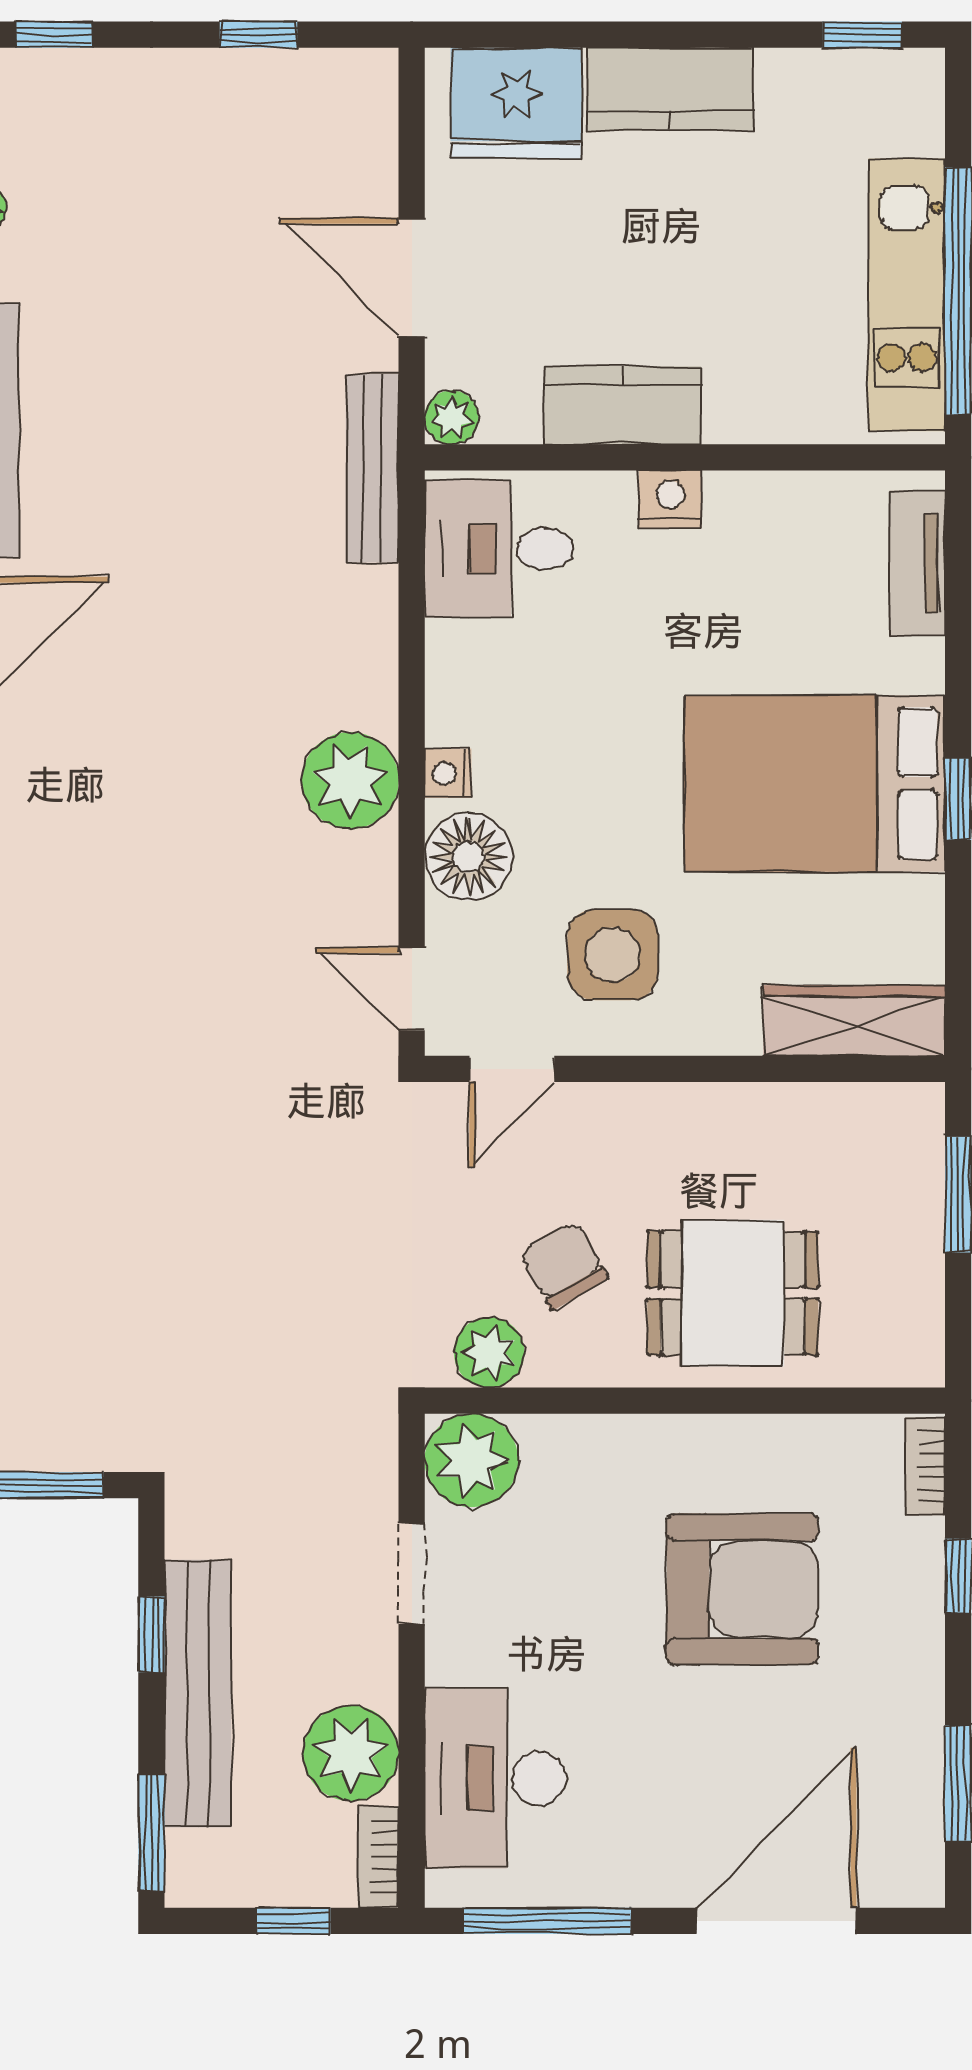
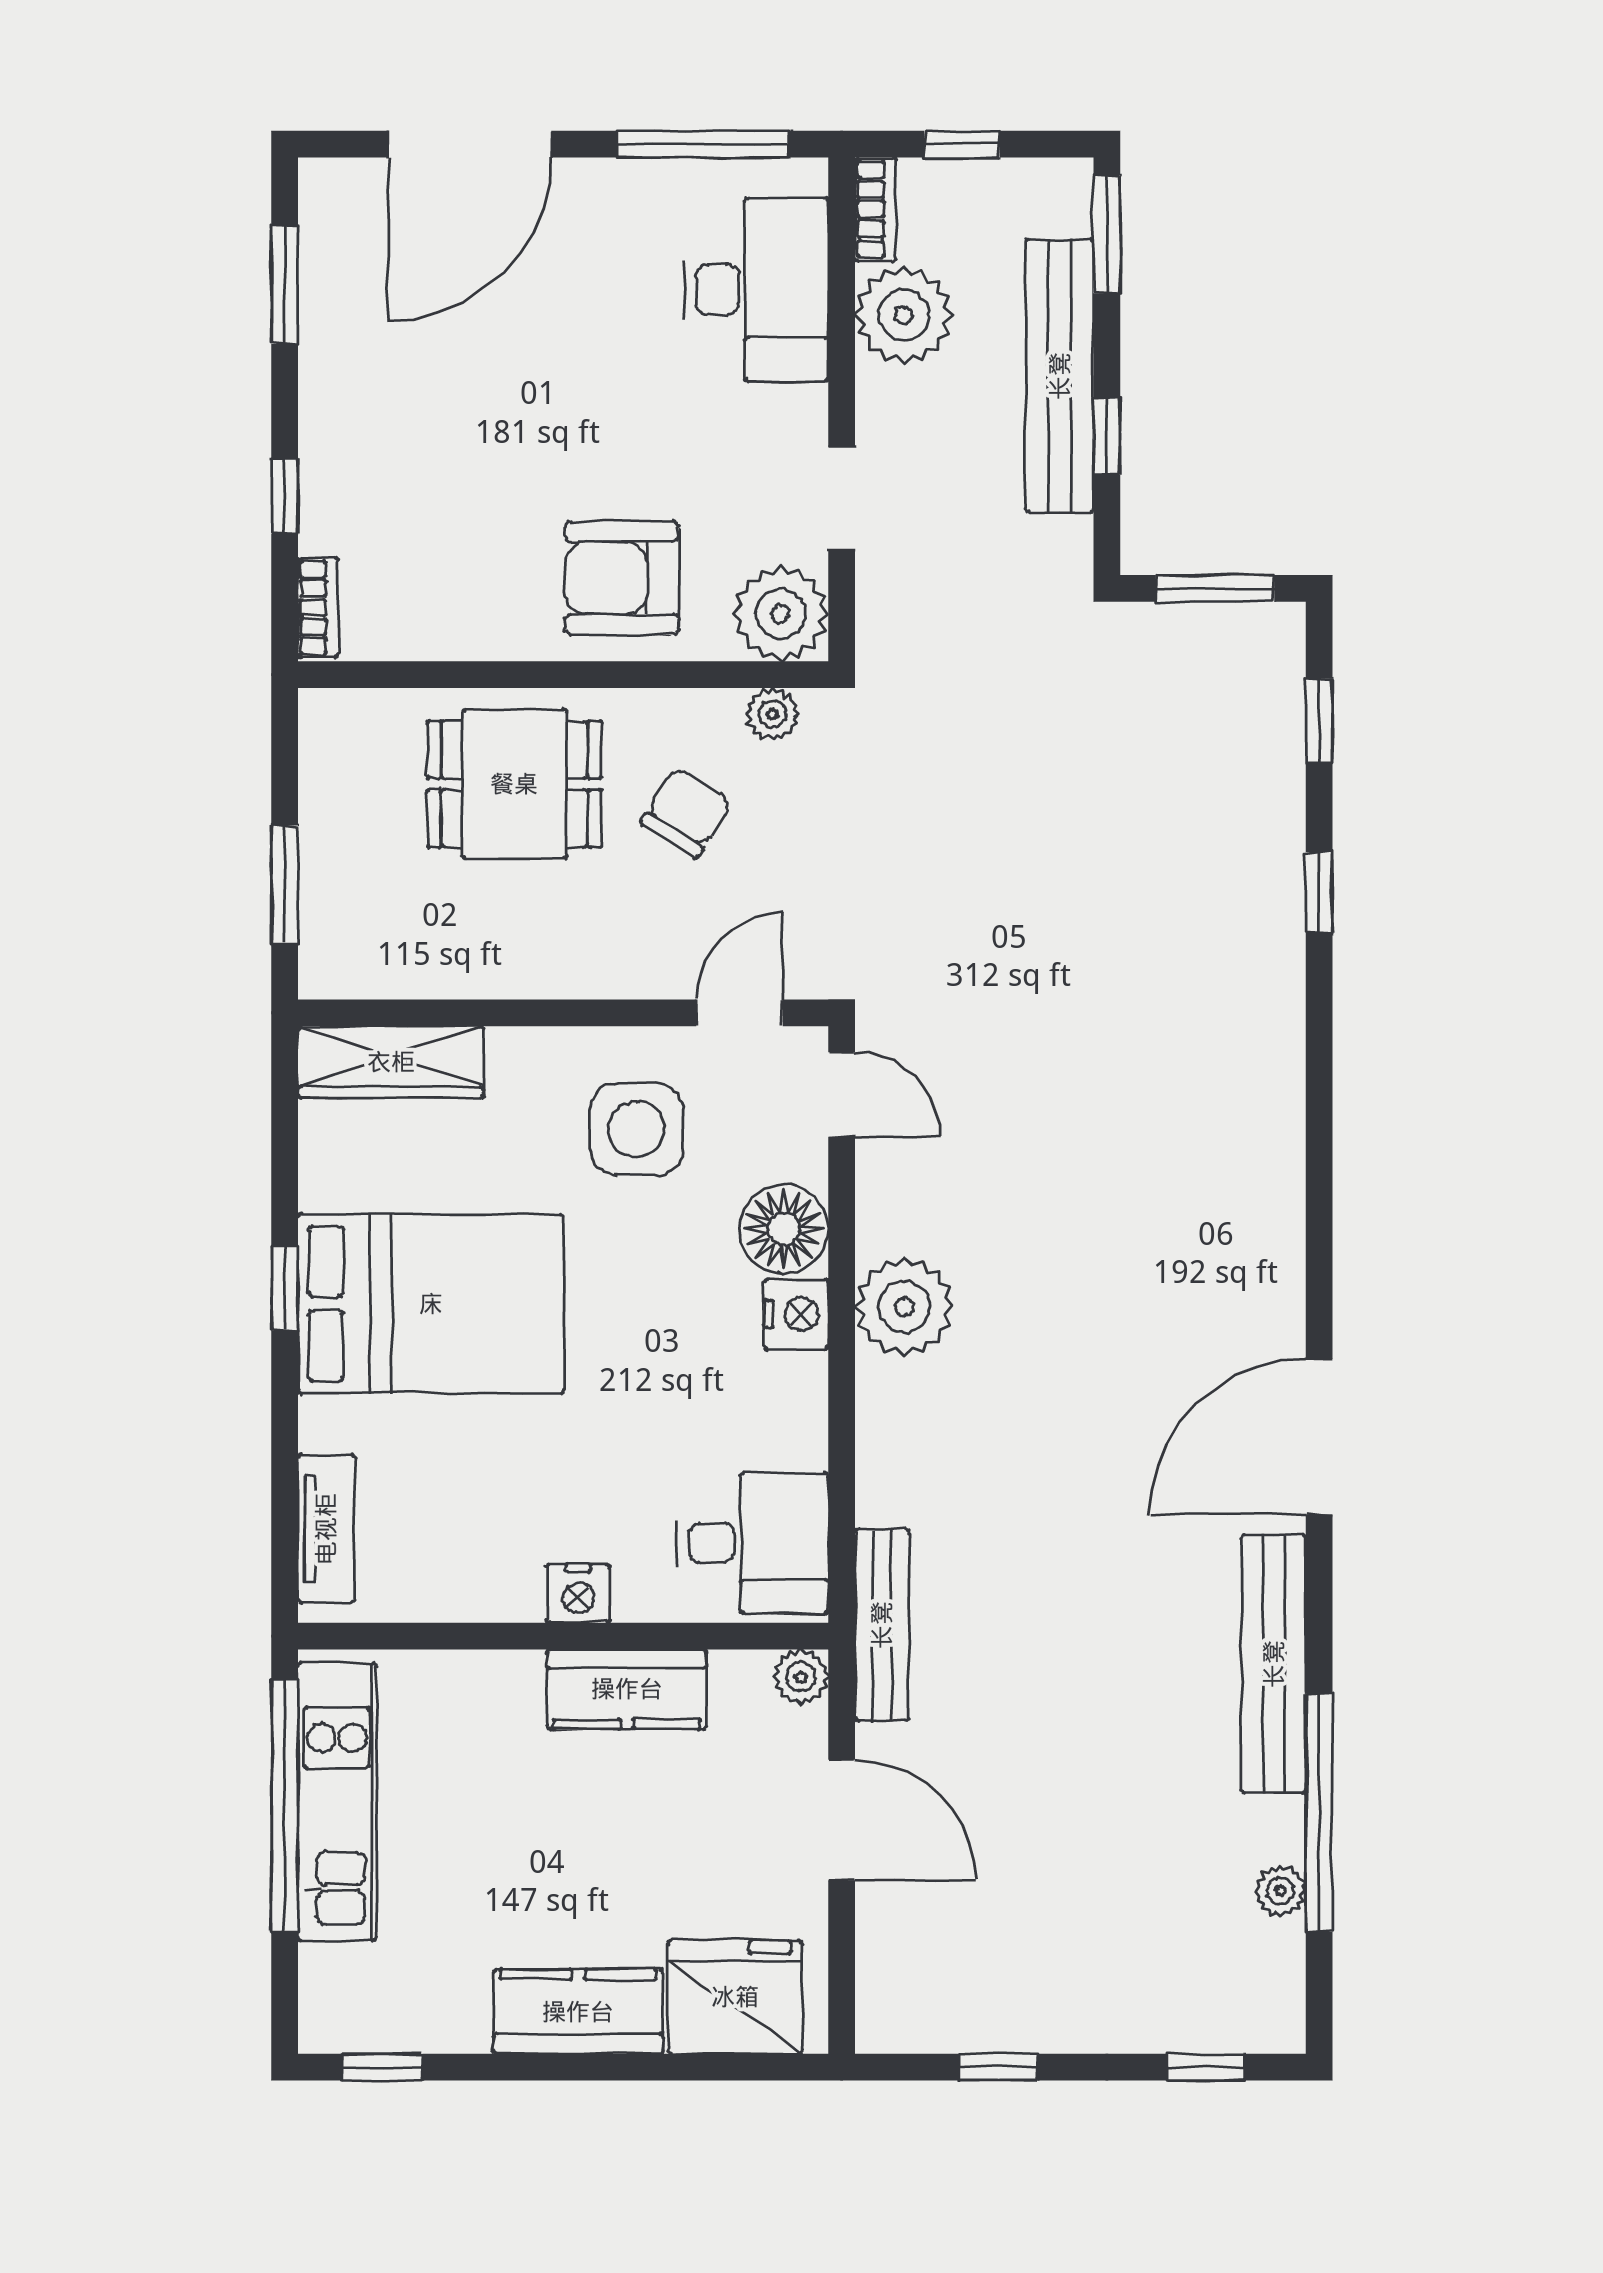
nightstand: (448, 773) -> (796, 1314), width x1.39, depth x1.35
chair: (564, 1266) -> (686, 812), turned -118
plant: (489, 1352) -> (772, 714), width x0.73, depth x0.73
armchair: (743, 1589) -> (622, 578), moved, width x0.73, depth x0.73

